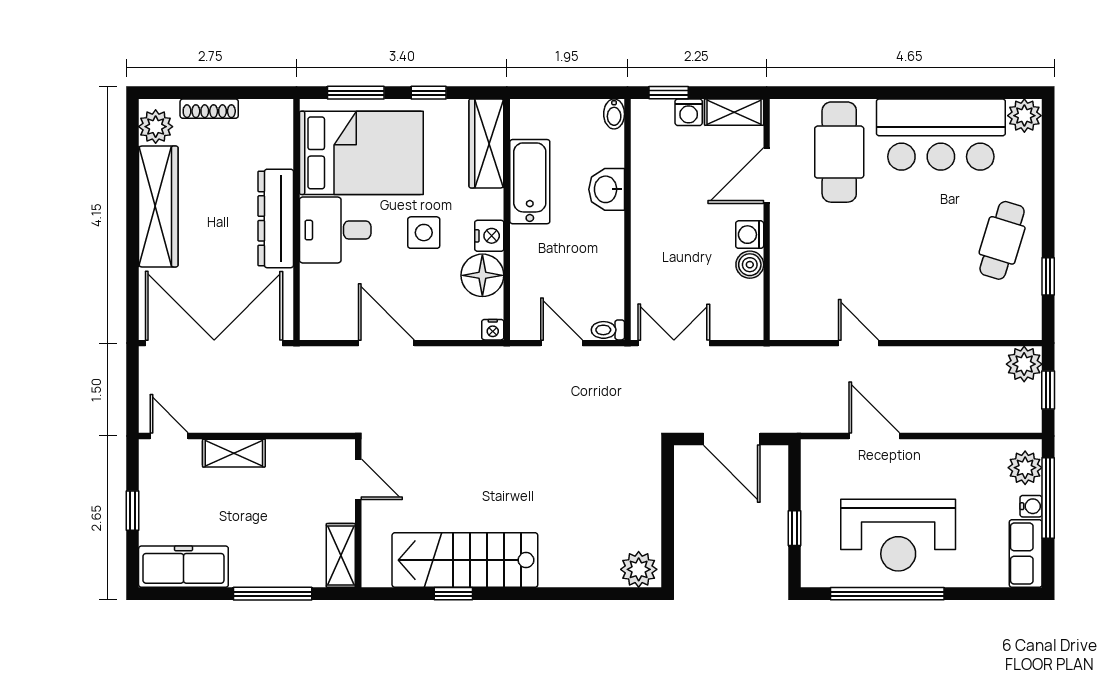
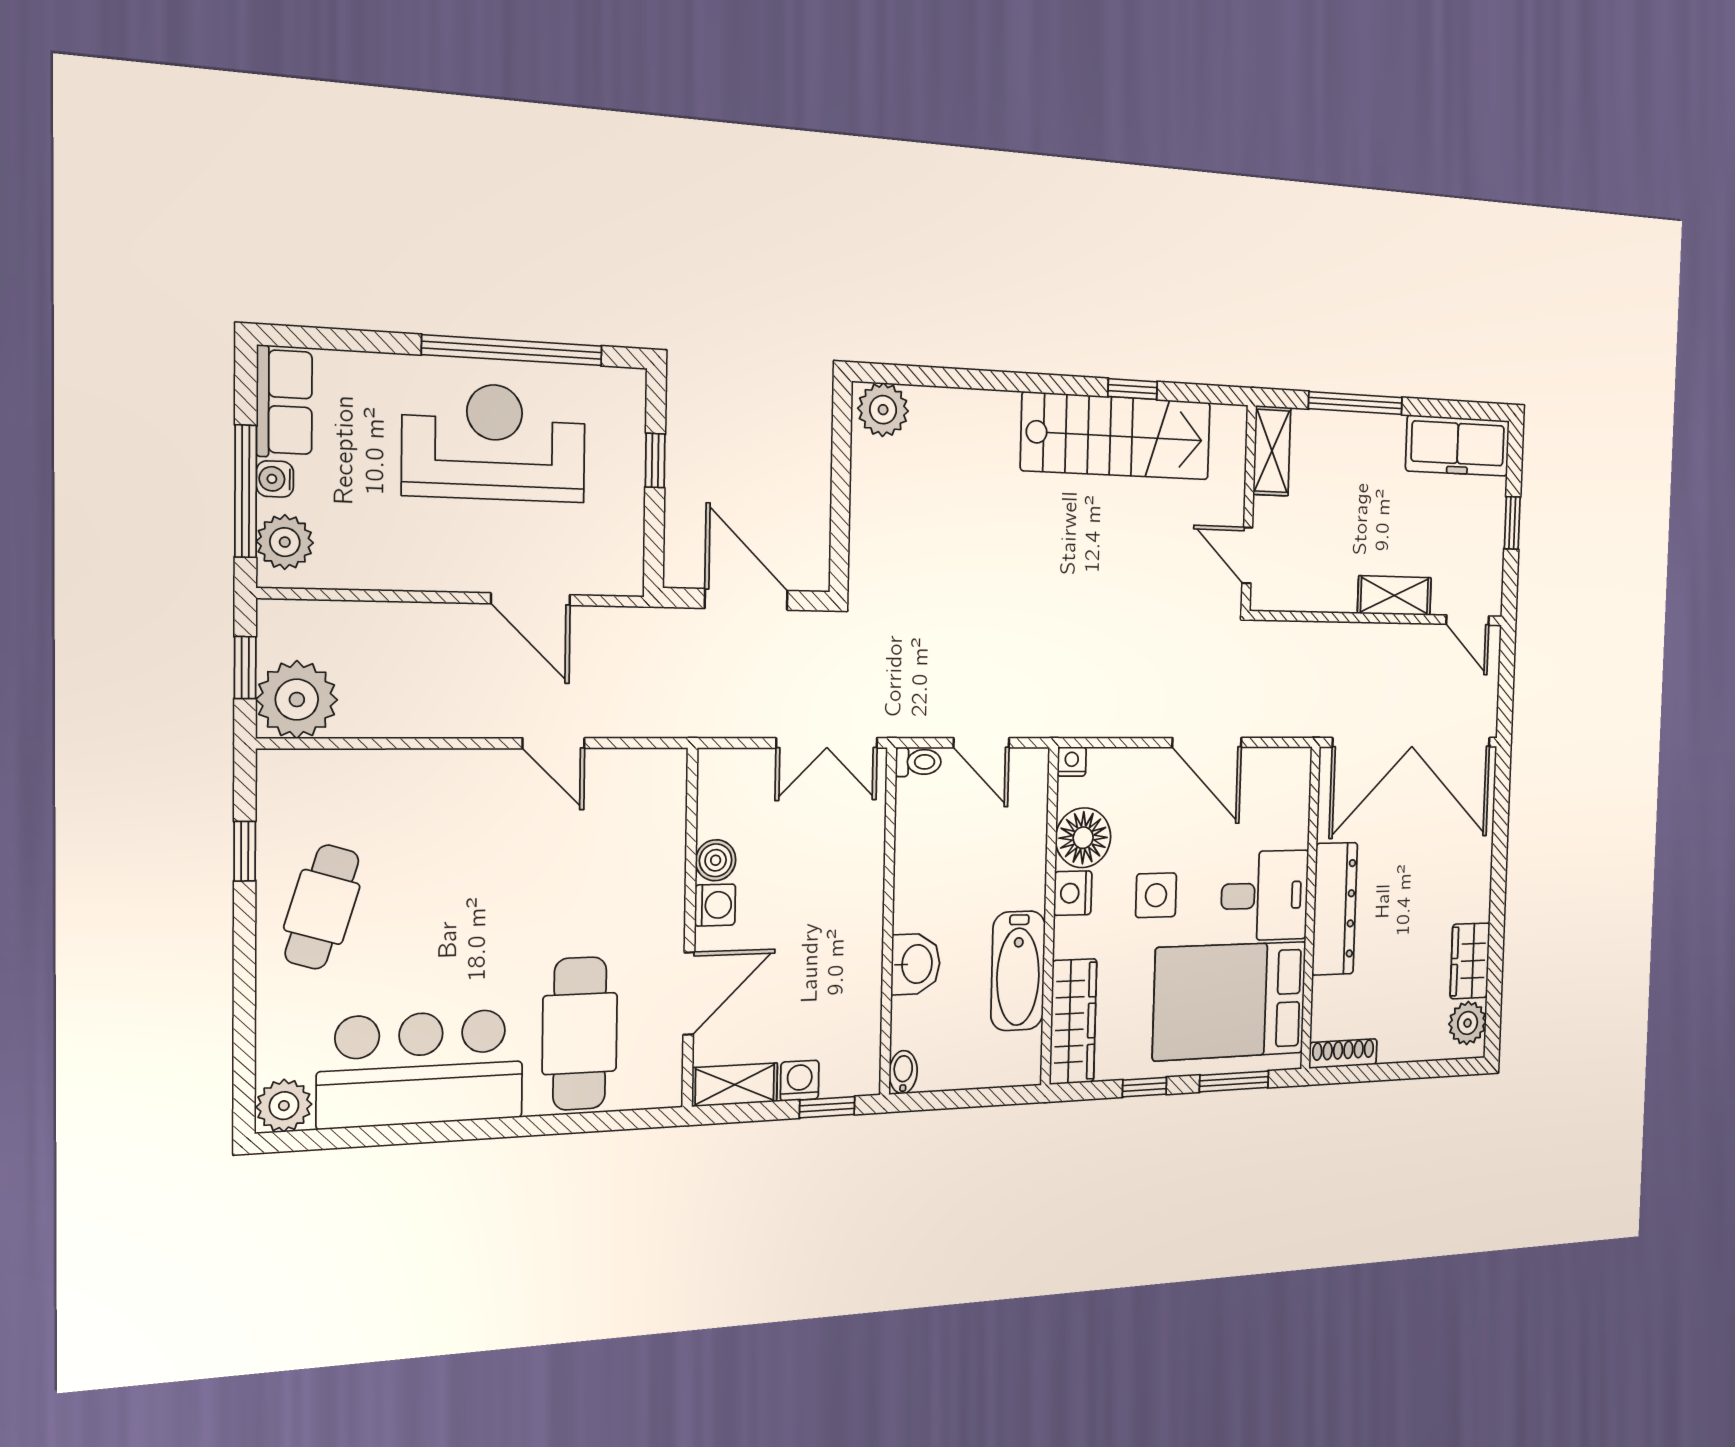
shoe rack: (209, 109) -> (1343, 1053), moved
wardrobe: (158, 206) -> (1470, 961), width x0.48, depth x0.85
plant: (1024, 364) -> (297, 700), width x1.36, depth x1.36

